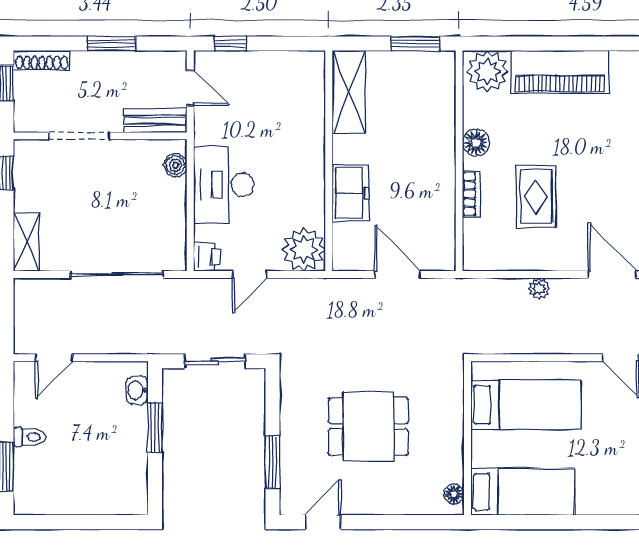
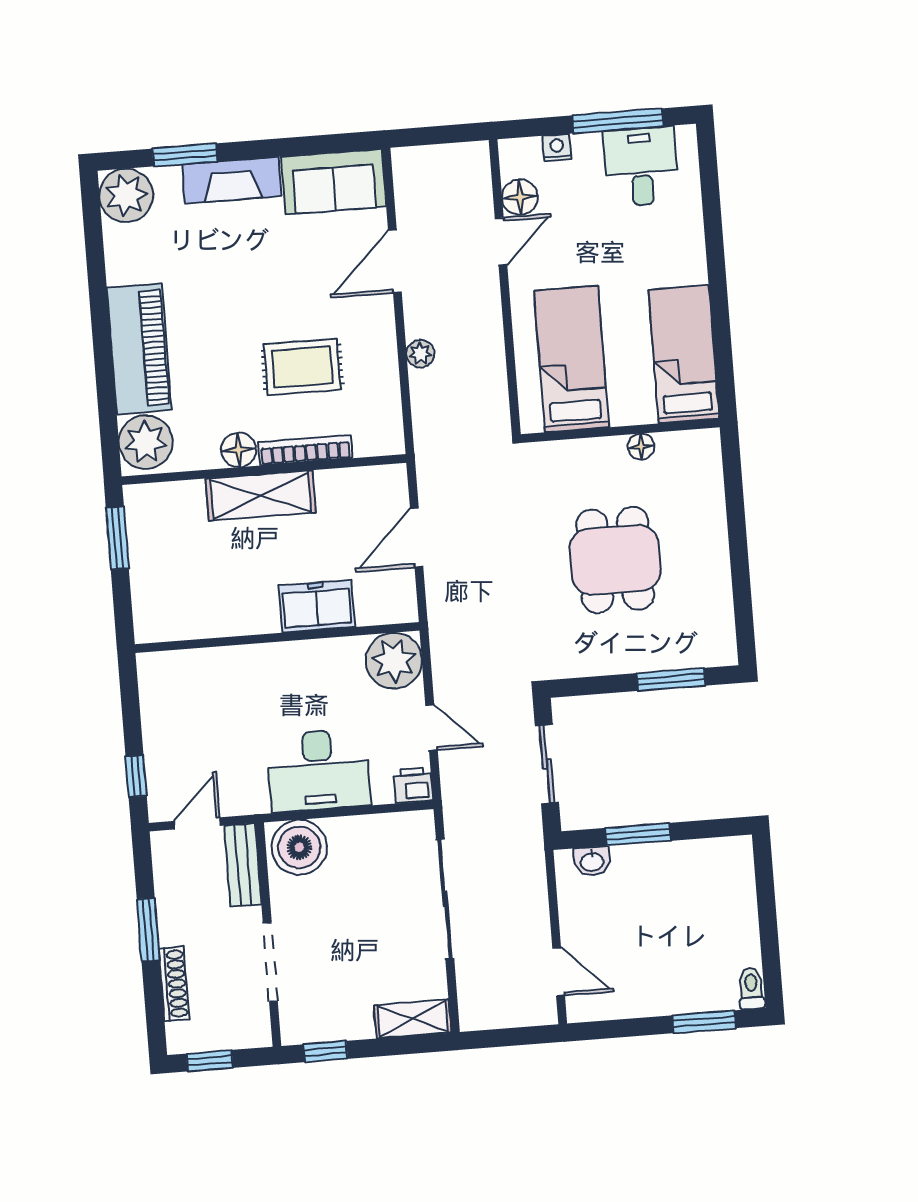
shoe rack: (42, 60) -> (174, 984), moved
shelving: (349, 92) -> (261, 496), moved
boiler: (175, 165) -> (299, 847), width x1.86, depth x1.86
bookcase: (472, 194) -> (305, 450), width x1.56
toilet: (29, 437) -> (751, 988), moved
floor lamp: (454, 494) -> (641, 447), moved
door: (323, 522) -> (743, 609), removed

